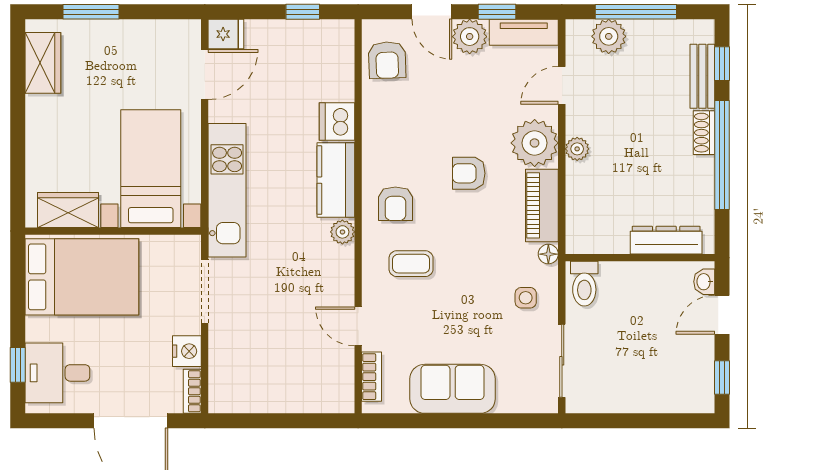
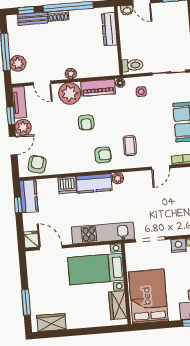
kitchen counter: (320, 37) -> (29, 196), added
armchair: (387, 60) -> (37, 164), turned -73

